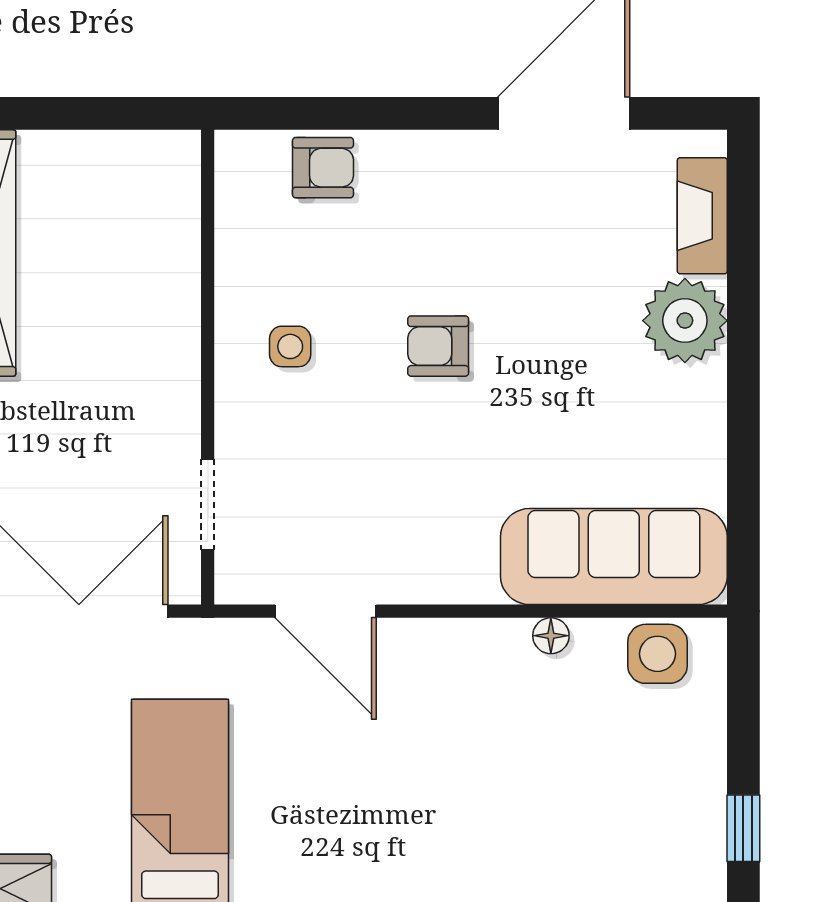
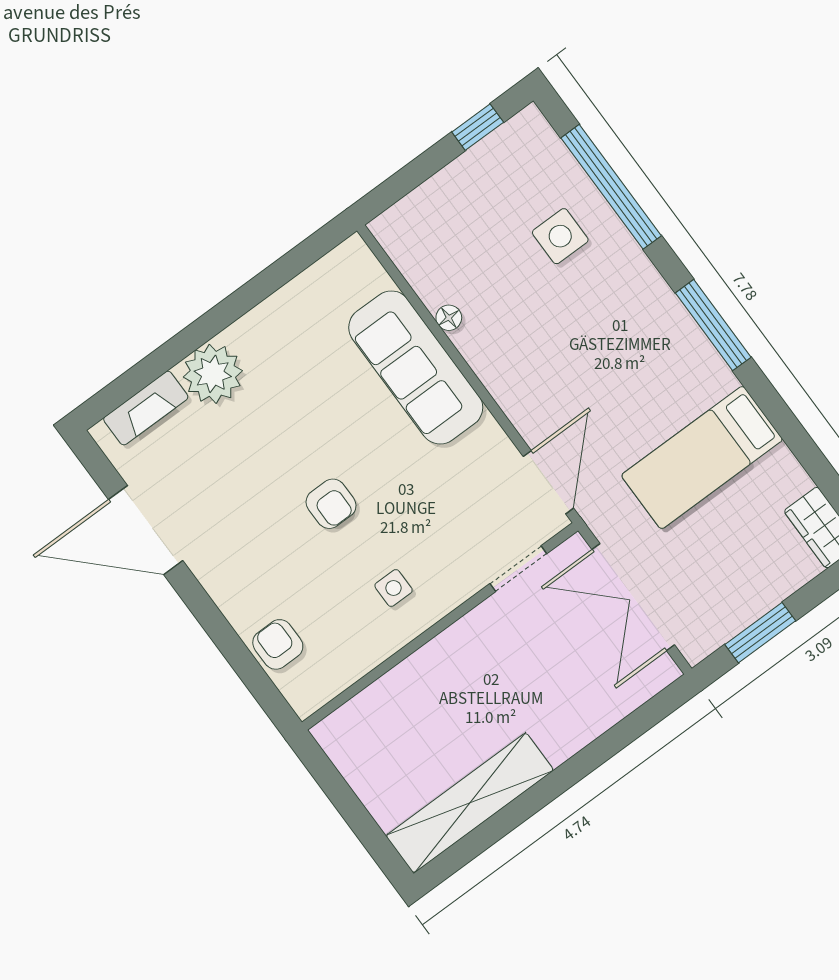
sofa: (614, 557) -> (416, 367), moved
door: (326, 611) -> (548, 482), moved
side table: (657, 654) -> (560, 236), moved

